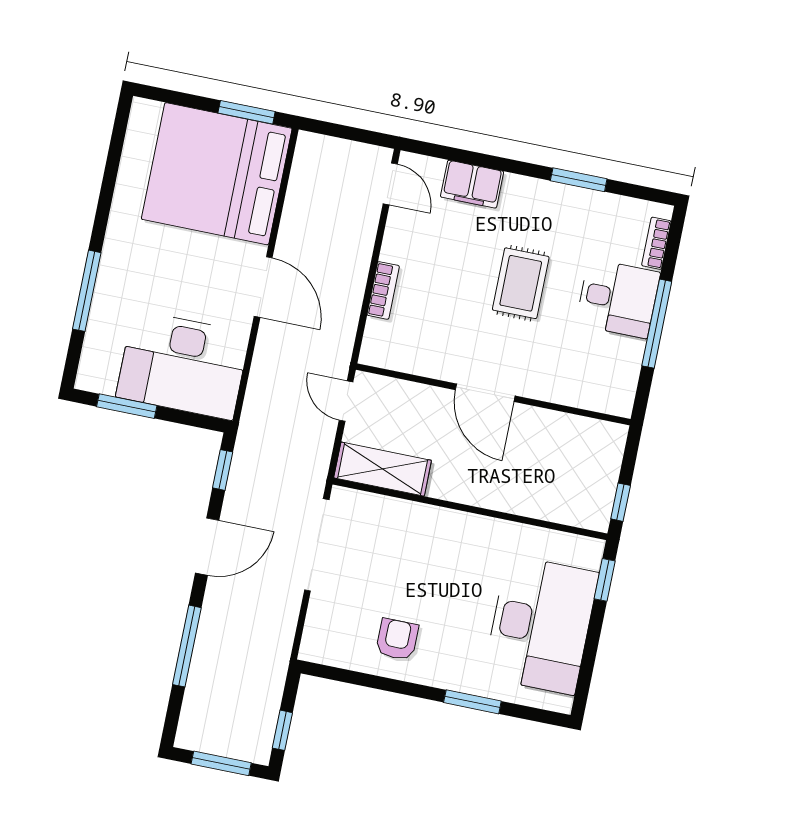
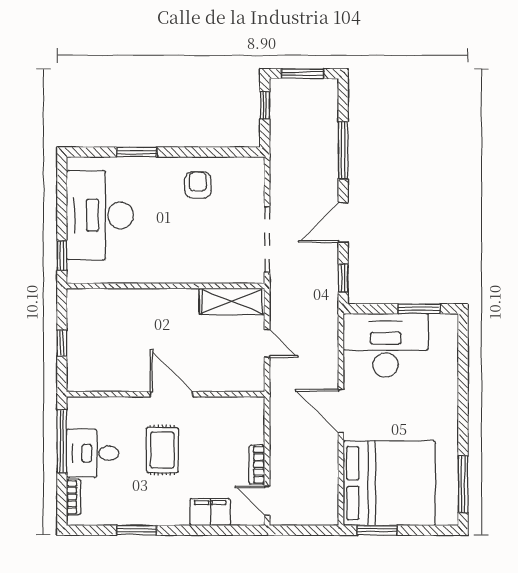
bookcase: (383, 290) -> (257, 465), moved
window: (87, 291) -> (463, 484), moved
door: (485, 393) -> (171, 394), moved
wall: (493, 394) -> (166, 394), moved
window: (621, 502) -> (62, 343), moved
armchair: (397, 639) -> (198, 185), turned 180

